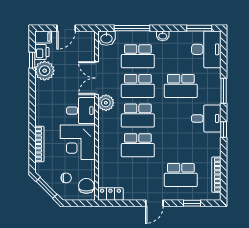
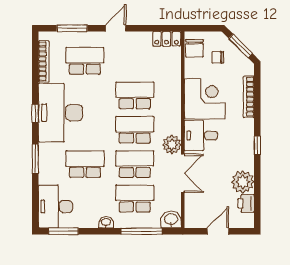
filing cabinet: (43, 37) -> (245, 221), removed
window: (32, 60) -> (257, 145), moved
desk: (206, 118) -> (61, 113), width x1.87, depth x1.30
window: (192, 203) -> (72, 28), width x1.50

